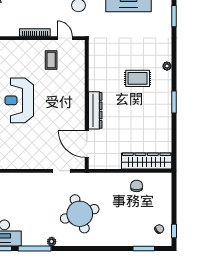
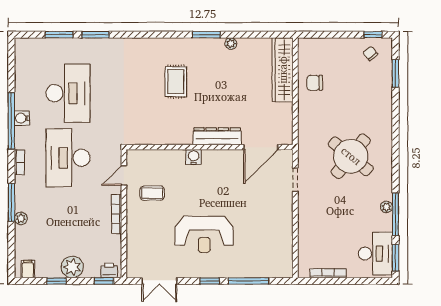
plant: (167, 66) -> (231, 44), moved
water cooler: (79, 92) -> (194, 157), added
round table: (80, 214) -> (351, 156), turned -33
plant: (52, 242) -> (386, 207), moved

